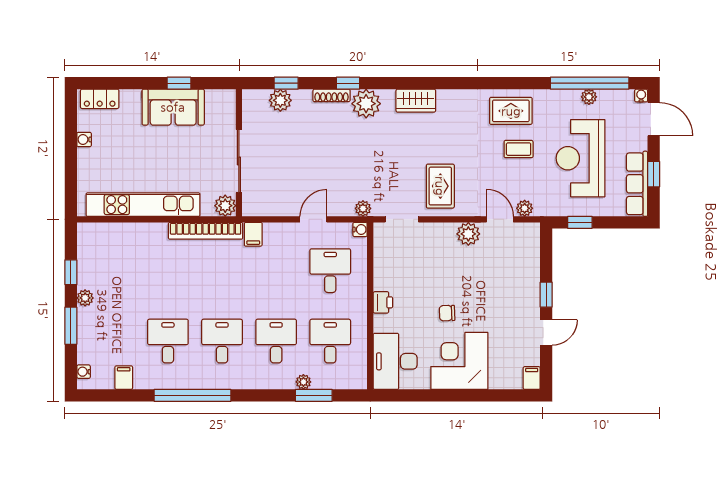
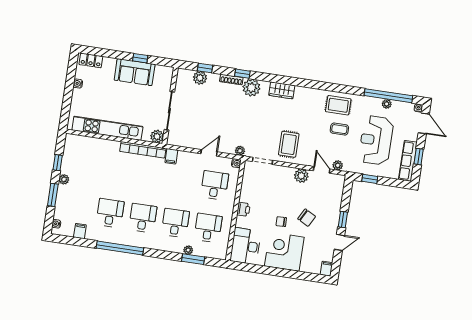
chair: (487, 300) -> (307, 218), added

